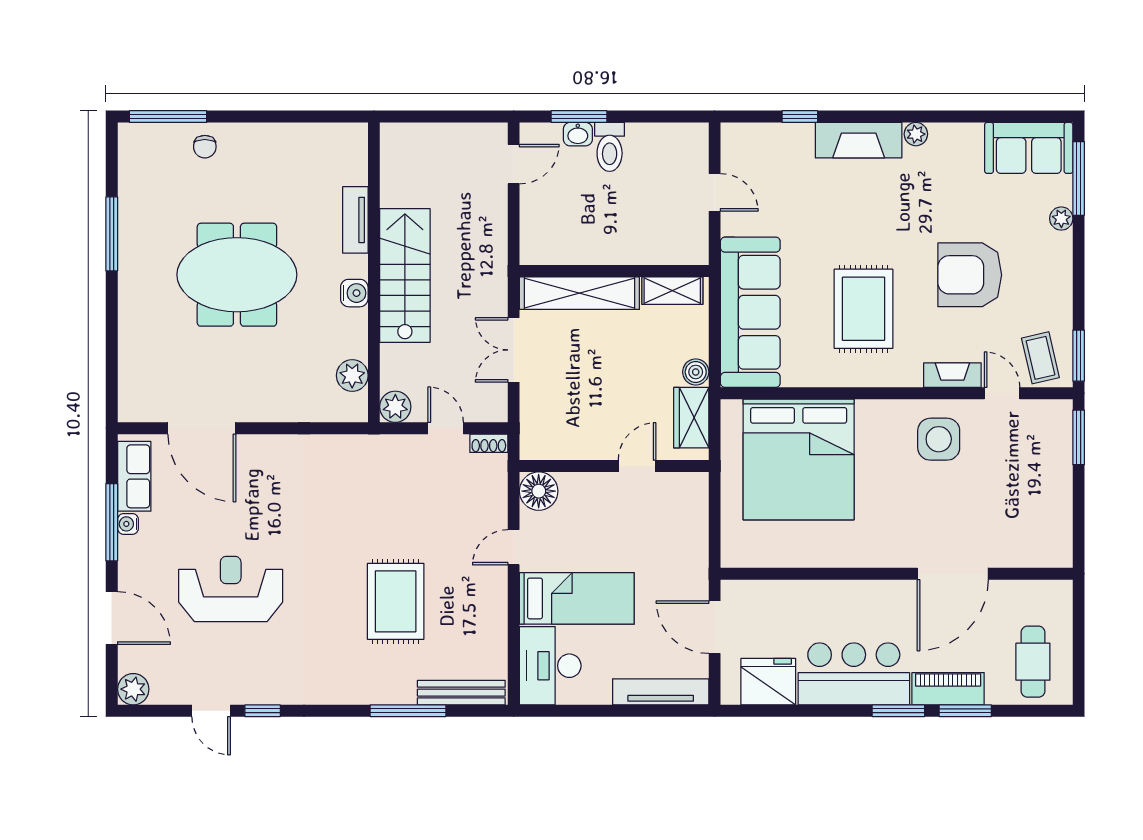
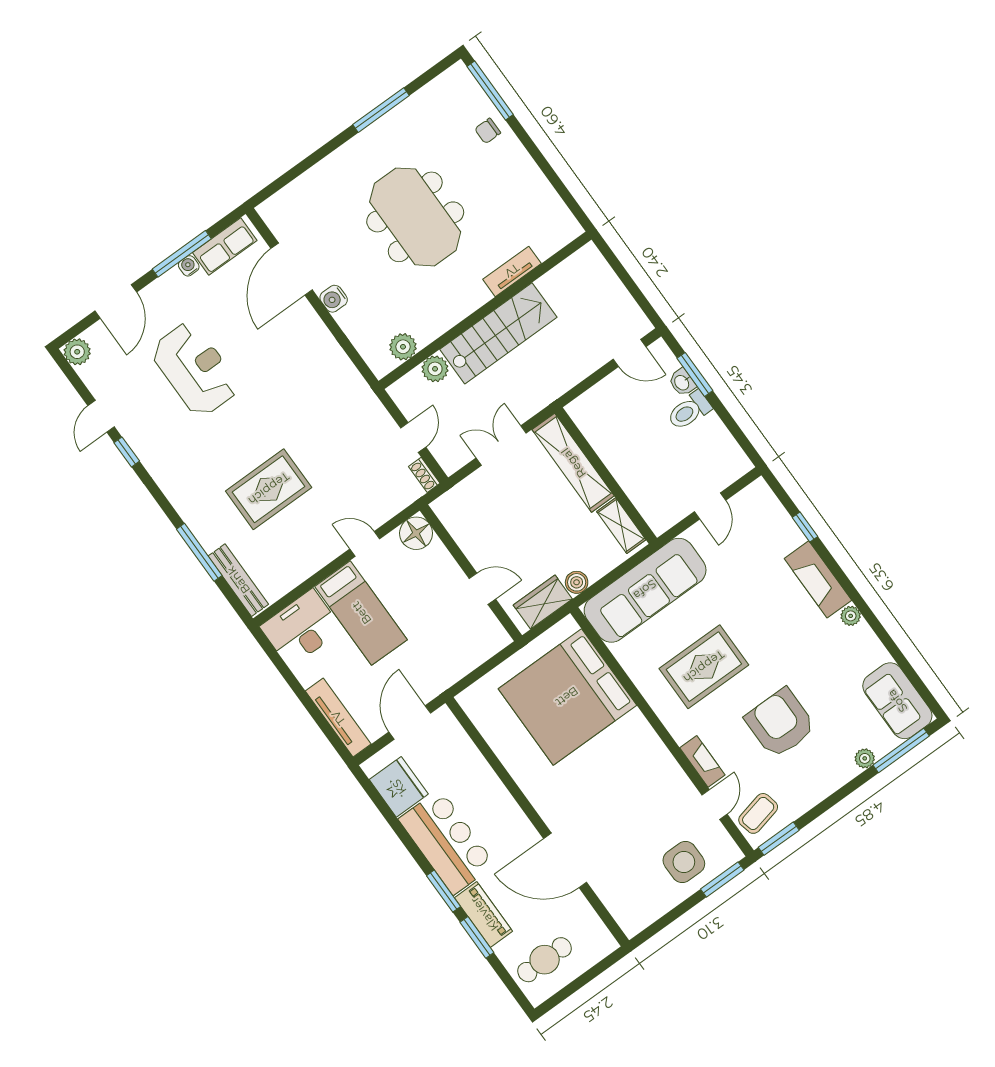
water cooler: (354, 293) -> (334, 299), moved, turned 90
plant: (395, 407) -> (435, 369), moved
side table: (939, 439) -> (684, 862), moved

